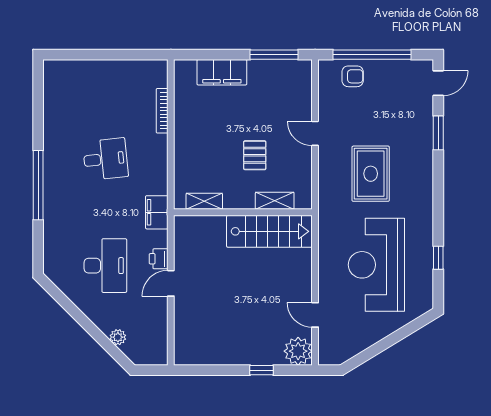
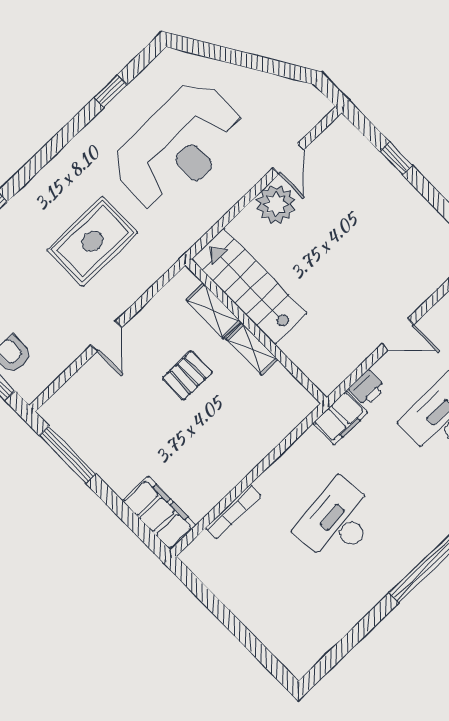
filing cabinet: (222, 72) -> (159, 513), moved
desk: (105, 159) -> (337, 521), width x1.37
shelving: (204, 201) -> (252, 349), moved
printer: (159, 259) -> (367, 388), moved
plant: (298, 351) -> (276, 204), moved

